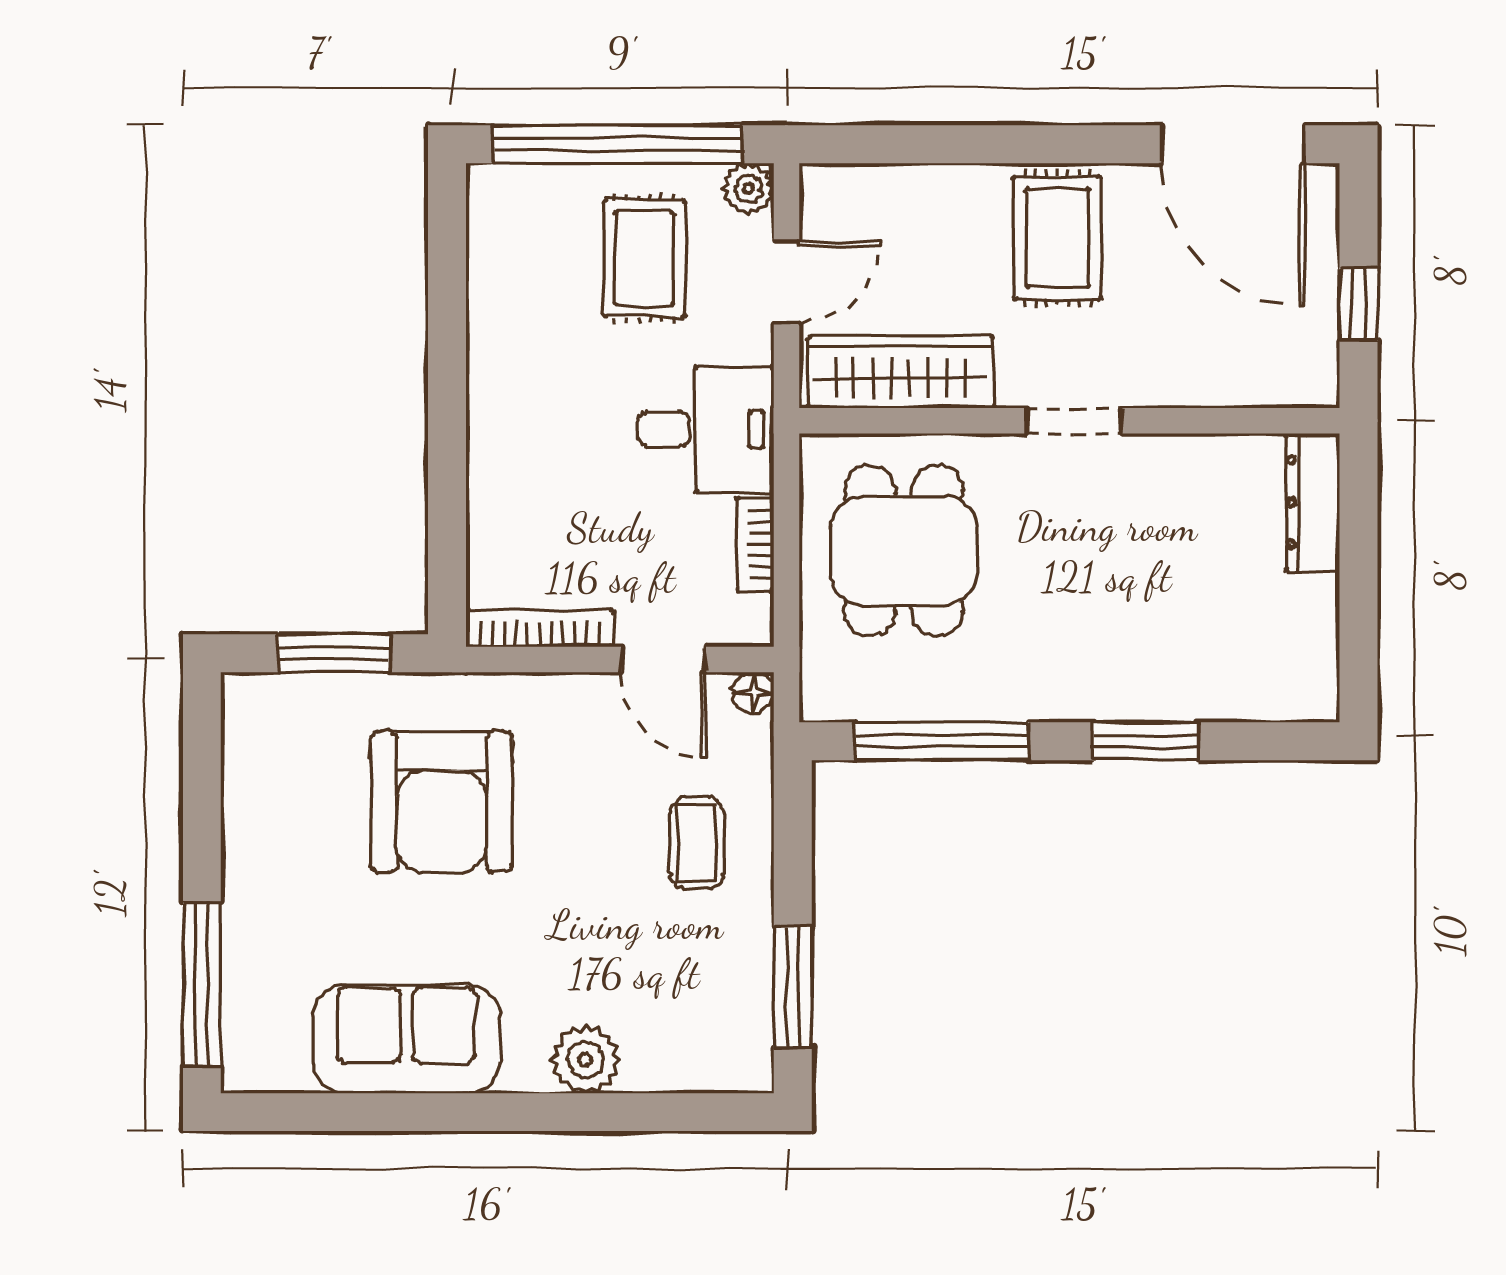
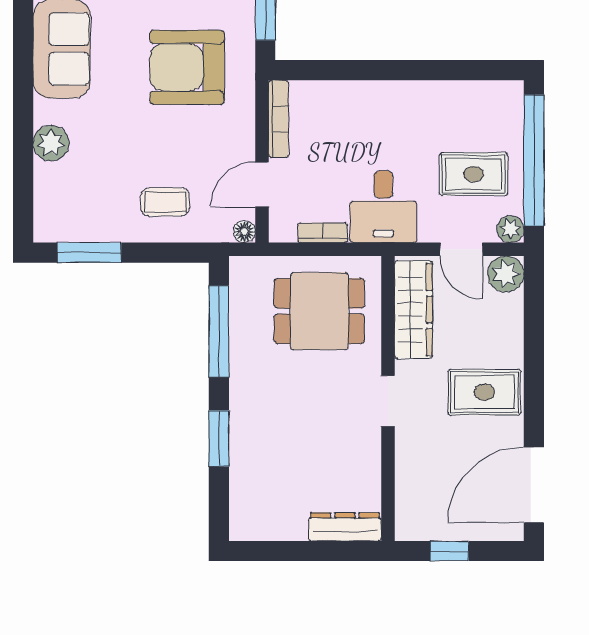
plant: (833, 197) -> (506, 274), added

